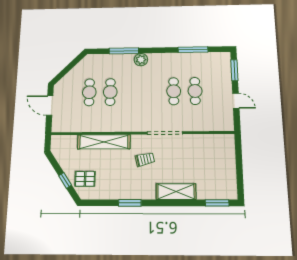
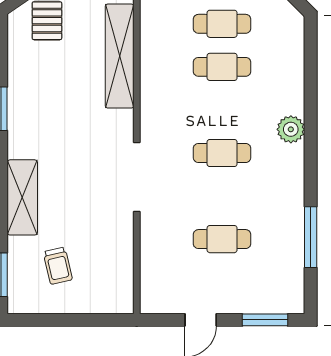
window: (124, 51) -> (311, 94), removed
cafe table: (174, 91) -> (222, 153), moved
trolley: (145, 159) -> (58, 266), moved

